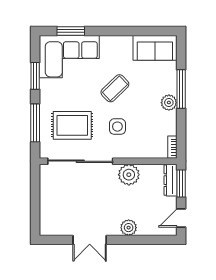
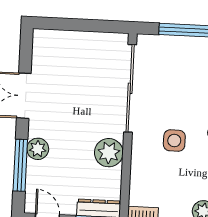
rug: (72, 125) -> (179, 80), removed
window: (141, 240) -> (20, 165), added

